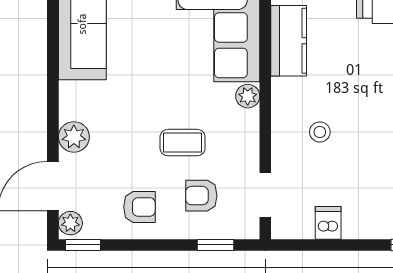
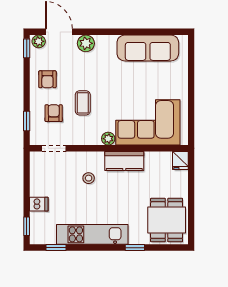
kitchen counter: (289, 41) -> (124, 161), moved
dishwasher: (328, 223) -> (39, 204), moved

